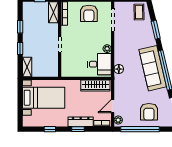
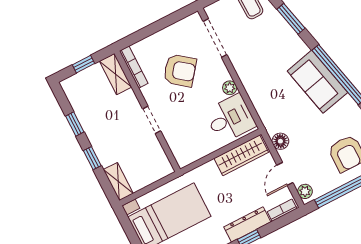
armchair: (89, 13) -> (180, 71), moved, turned -52
sofa: (153, 68) -> (317, 82), width x0.73
floor lamp: (119, 69) -> (280, 141), moved

